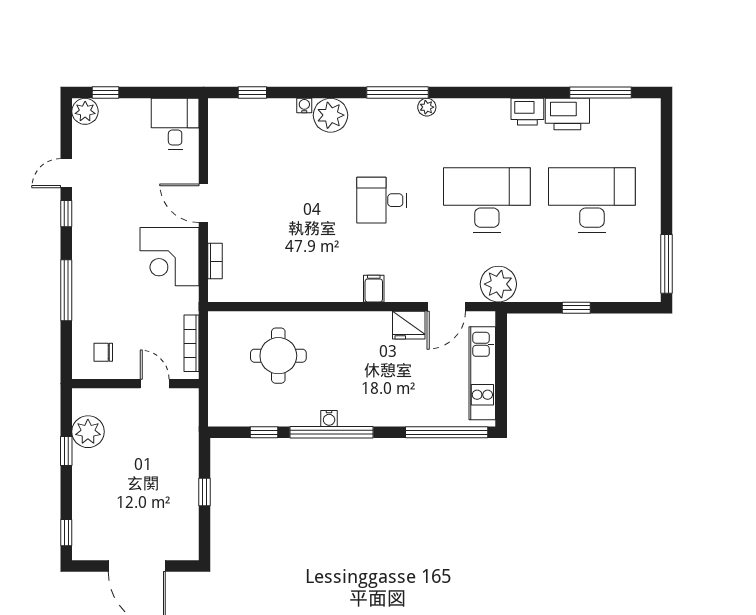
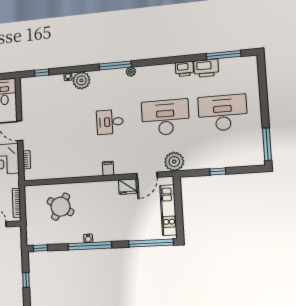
round table: (278, 356) -> (61, 207), turned 31
window: (264, 432) -> (40, 248), moved

